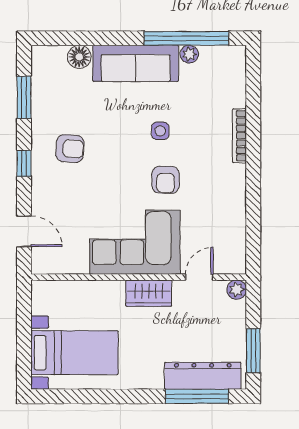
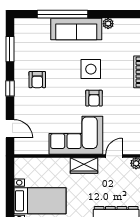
window: (186, 38) -> (62, 14), moved
floor lamp: (79, 57) -> (43, 25), removed
side table: (160, 131) -> (91, 69), width x1.87, depth x1.87
armchair: (70, 149) -> (37, 80), turned 86

